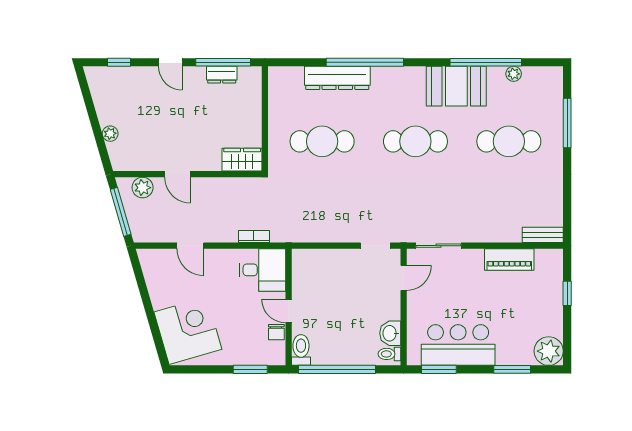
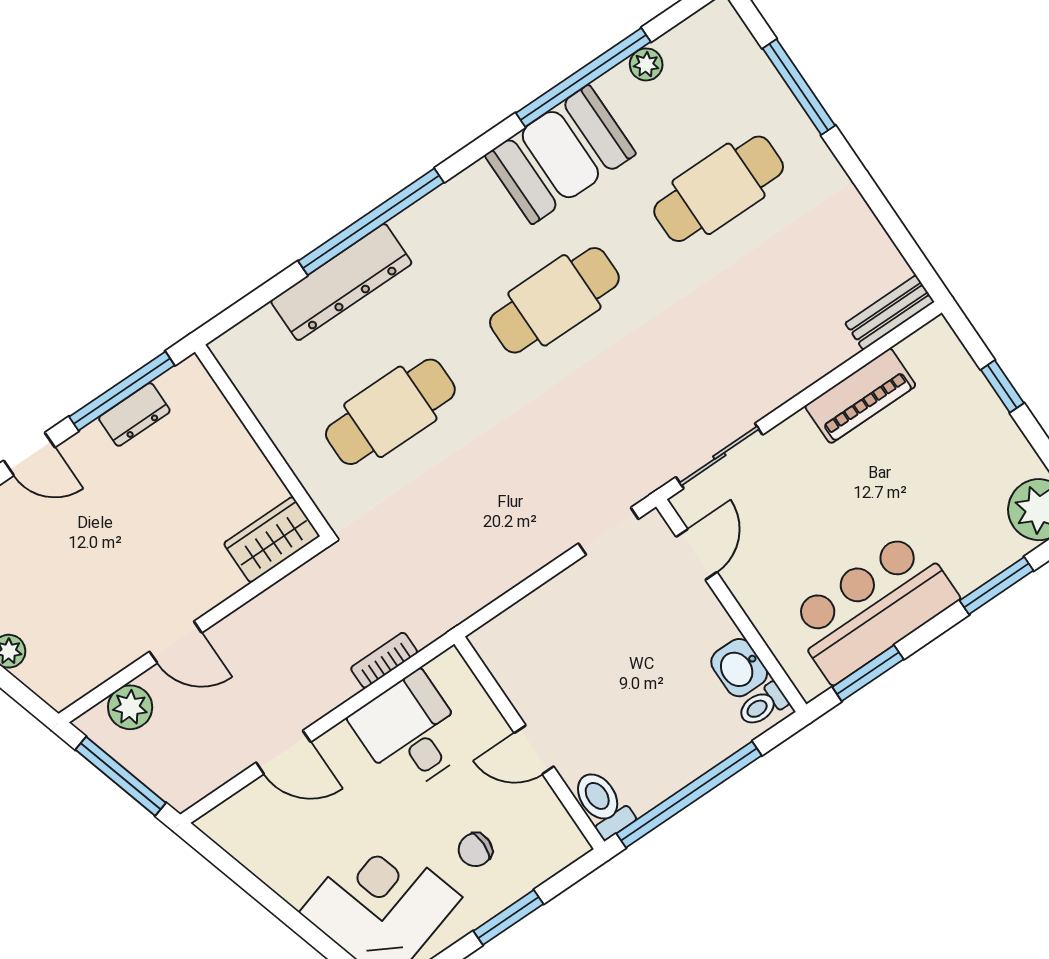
desk: (263, 270) -> (410, 733), moved, turned -90
chair: (276, 332) -> (475, 850), moved, turned 90
window: (250, 369) -> (508, 917), moved

